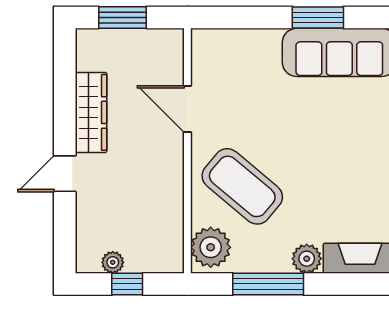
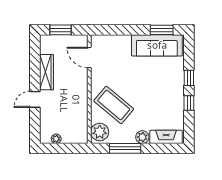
window: (318, 17) -> (162, 30), moved
door: (187, 109) -> (89, 58), moved
window: (127, 284) -> (63, 148), removed

